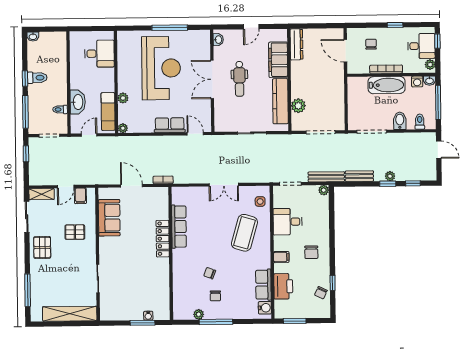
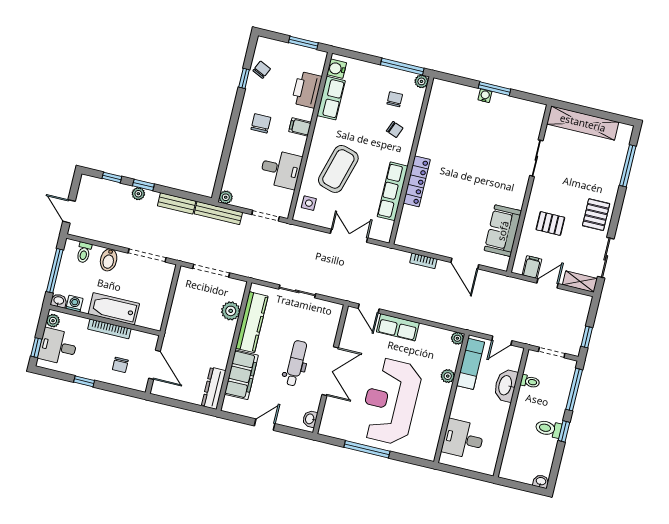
row of seats: (179, 227) -> (393, 191), moved
locker: (163, 239) -> (417, 181), moved
wall: (171, 253) -> (411, 160), moved

